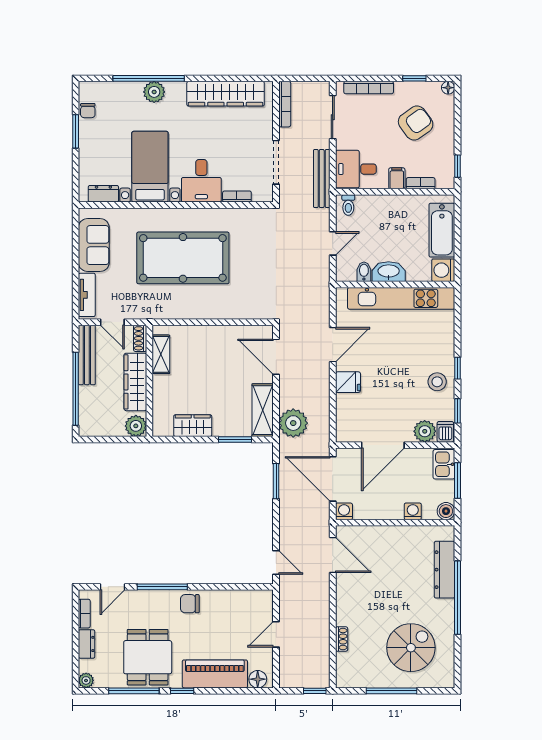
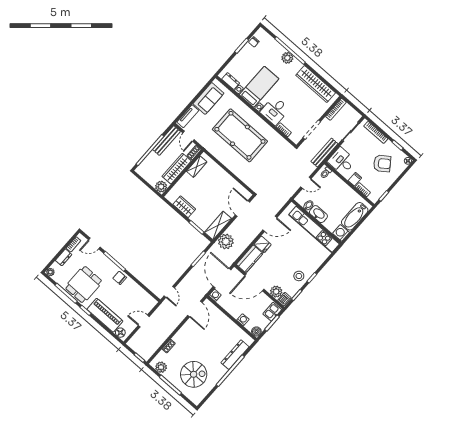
kitchen counter: (348, 418) -> (250, 259), added
plant: (357, 678) -> (161, 367), added

